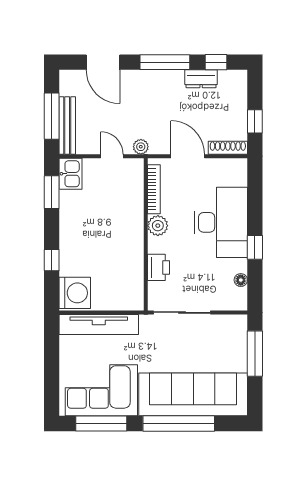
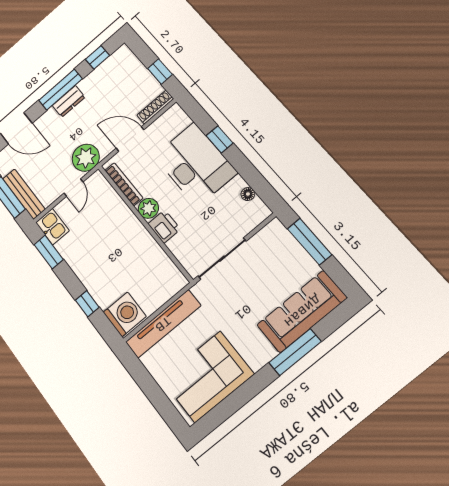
dresser: (201, 79) -> (69, 101), moved
plant: (141, 147) -> (86, 158), width x1.88, depth x1.88
door: (112, 156) -> (73, 188), swing flipped
window: (255, 247) -> (220, 139), moved
printer: (159, 267) -> (164, 227), moved
sofa: (193, 394) -> (302, 311), width x0.74, depth x0.79
window: (101, 424) -> (230, 405), removed
window: (179, 424) -> (295, 352), width x0.68

